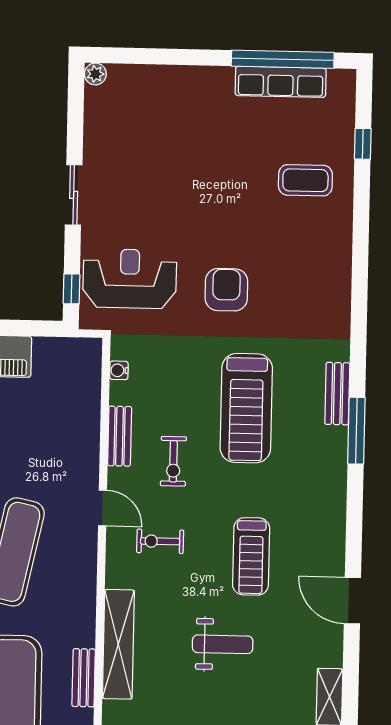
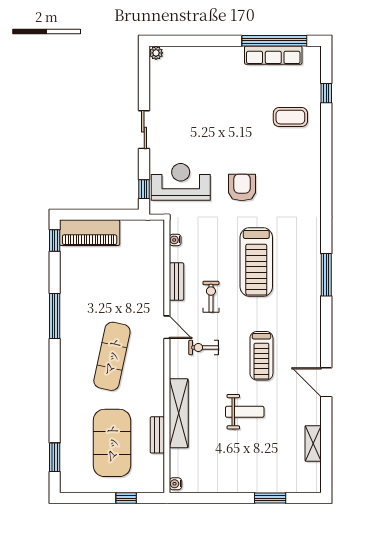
bench: (337, 394) -> (314, 252), removed
exercise bike: (173, 461) -> (211, 297), turned 180

